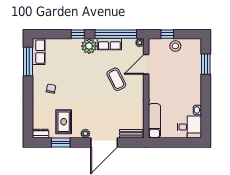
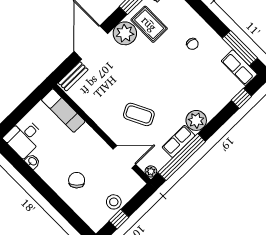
window: (78, 34) -> (241, 98), moved
window: (167, 34) -> (119, 219), moved
door: (146, 64) -> (124, 157), hinge flipped
window: (206, 64) -> (68, 213), removed
chair: (184, 77) -> (77, 180), added
plant: (85, 134) -> (125, 33), width x1.88, depth x1.88

